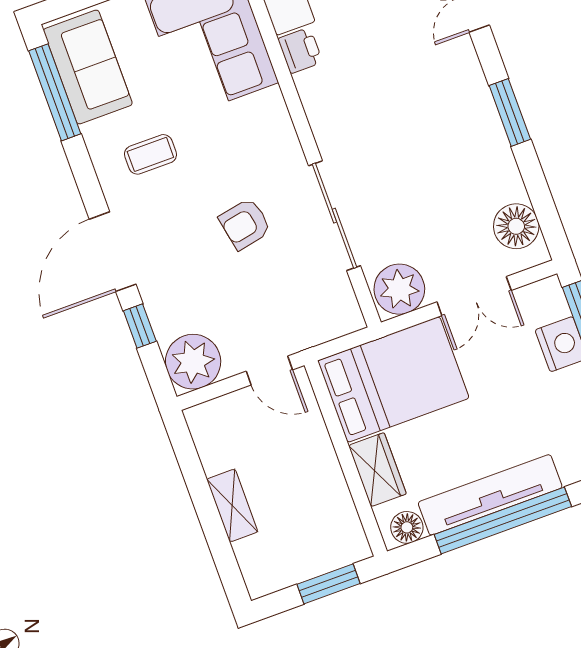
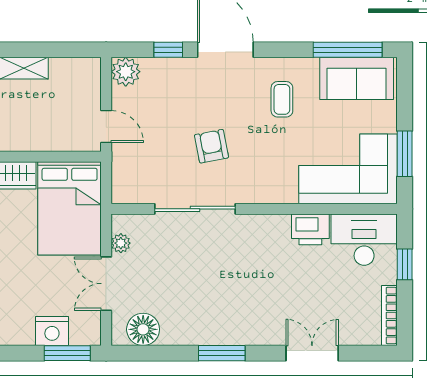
printer: (300, 50) -> (310, 229), width x1.36, depth x1.24
plant: (399, 289) -> (121, 243), width x0.53, depth x0.53
plant: (193, 362) -> (126, 72), width x0.73, depth x0.73
door: (269, 371) -> (106, 127), swing flipped

